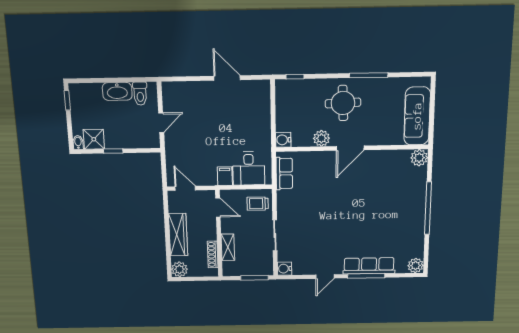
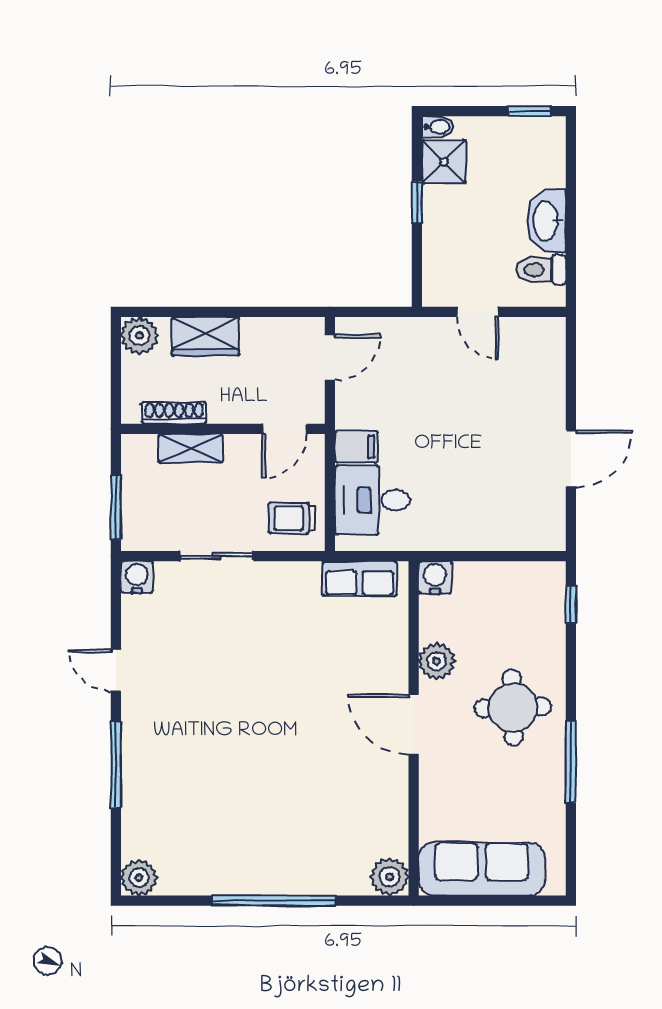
trolley: (258, 204) -> (292, 518), turned -90
wardrobe: (178, 235) -> (206, 336), width x0.67
row of seats: (369, 266) -> (140, 771), removed

